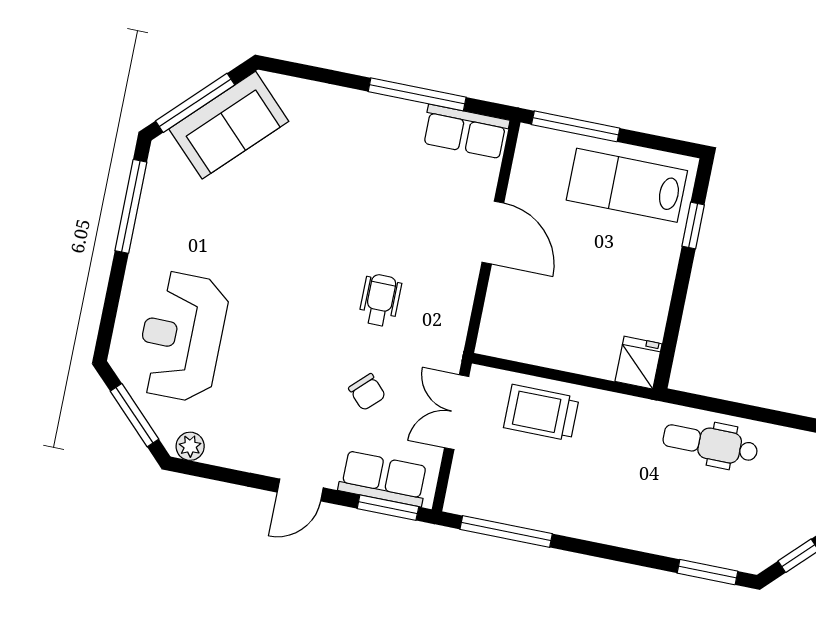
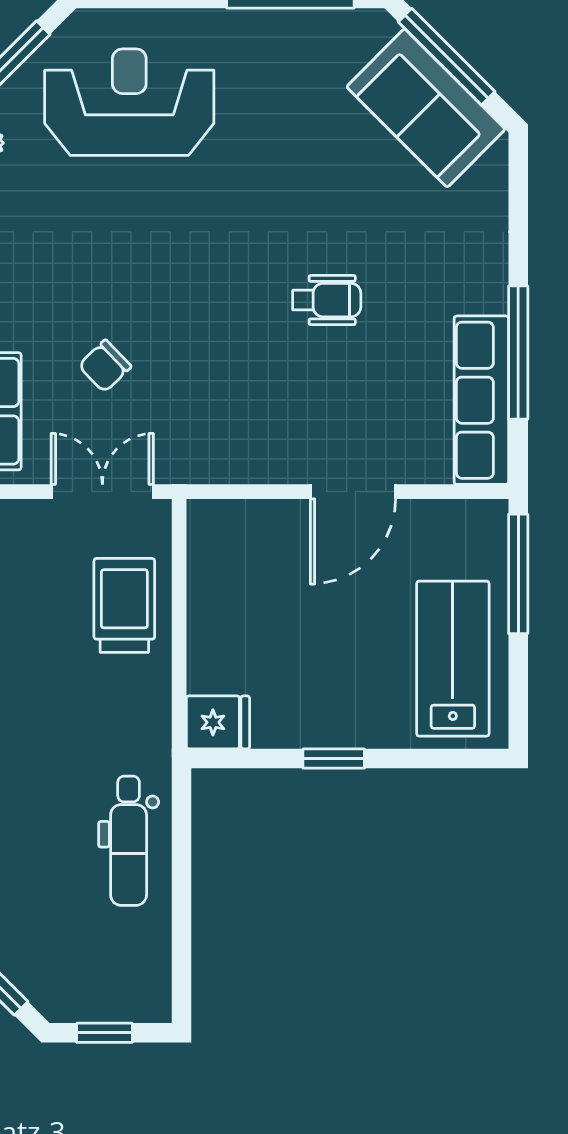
row of seats: (465, 132) -> (481, 400), width x1.48
window: (693, 226) -> (334, 759), moved
wheelchair: (380, 300) -> (327, 300), moved
dental chair: (710, 444) -> (129, 841), turned 180

